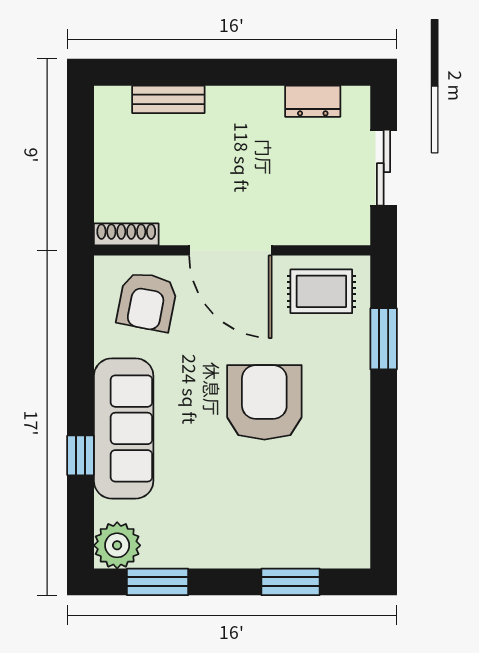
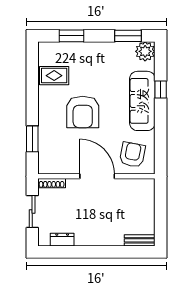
bench: (168, 99) -> (140, 240), moved
shoe rack: (126, 234) -> (52, 183), moved
rug: (321, 291) -> (54, 76), moved

